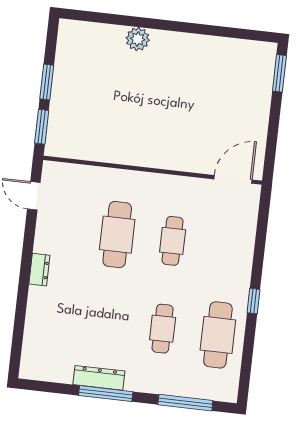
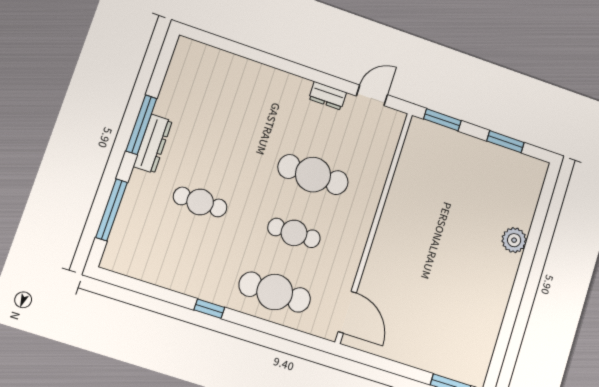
window: (47, 82) -> (505, 142), moved
dresser: (39, 270) -> (328, 96), moved
cafe table: (218, 335) -> (275, 292), moved
dresser: (99, 378) -> (153, 144), moved

